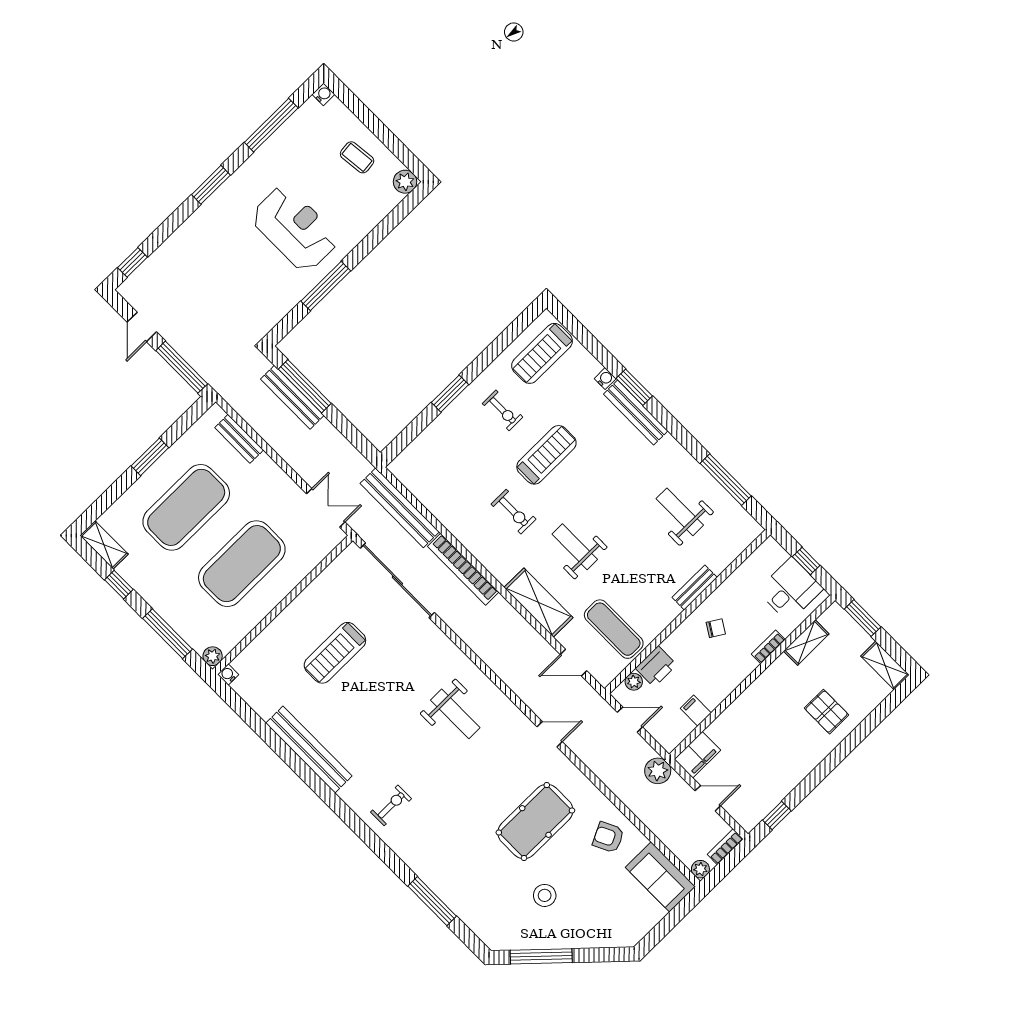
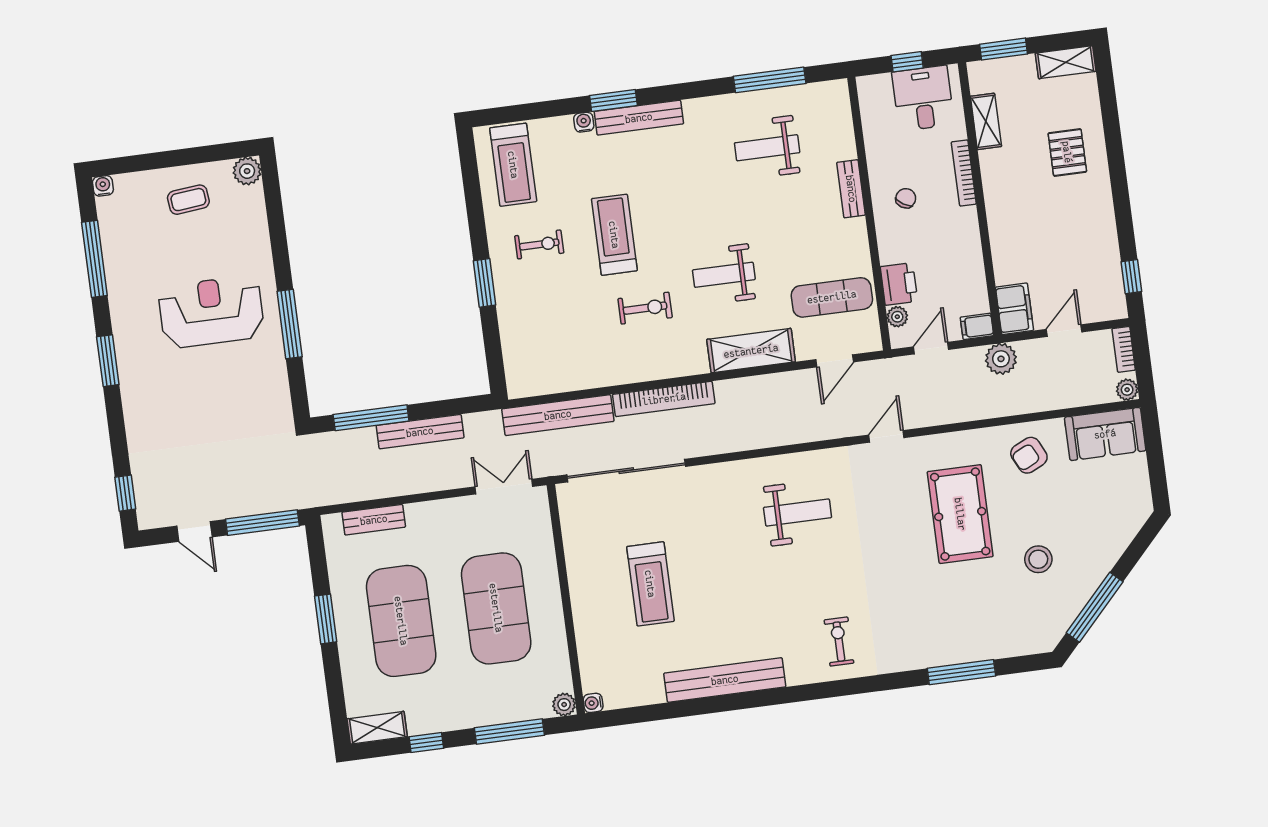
bench: (292, 397) -> (420, 432), moved
bookcase: (768, 647) -> (964, 173), width x1.56
filing cabinet: (696, 711) -> (977, 326), moved
pallet: (826, 712) -> (1067, 152), turned 90

